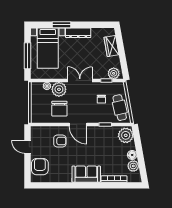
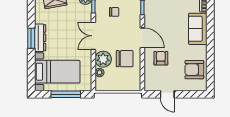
window: (62, 25) -> (31, 38), moved
door: (78, 125) -> (142, 38), hinge flipped
door: (28, 147) -> (167, 94), hinge flipped
armchair: (40, 167) -> (194, 70), moved

